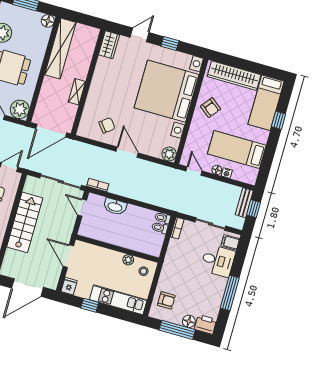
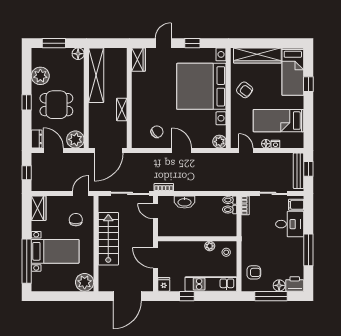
bench: (244, 203) -> (299, 171), width x1.36

